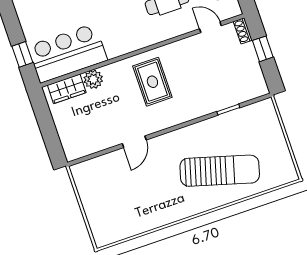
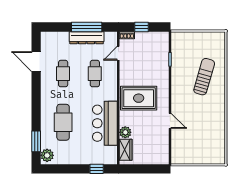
bar counter: (67, 53) -> (105, 123), moved
rug: (152, 82) -> (139, 98), width x1.36, depth x1.43
sun lounger: (220, 171) -> (204, 77), width x0.73, depth x0.75

